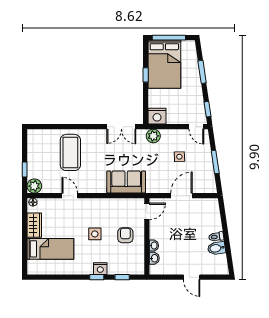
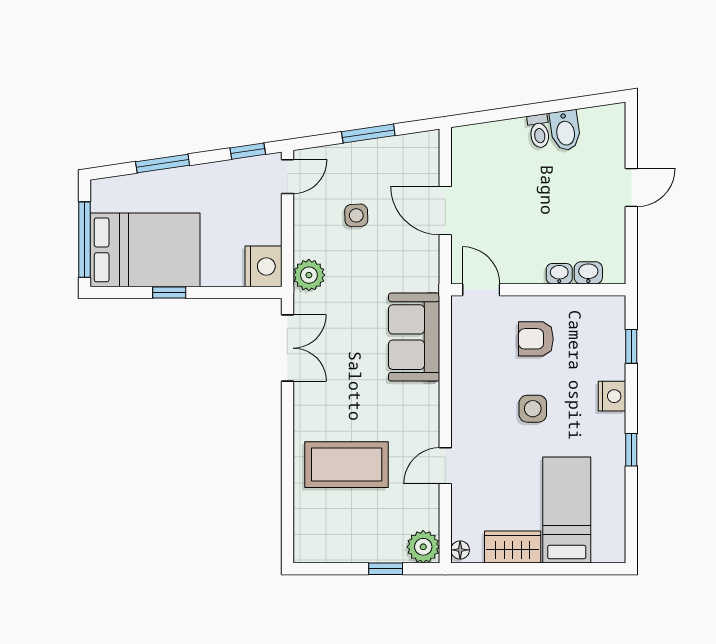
window: (97, 277) -> (631, 450), moved

